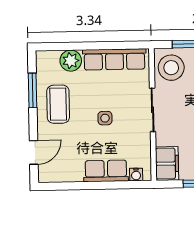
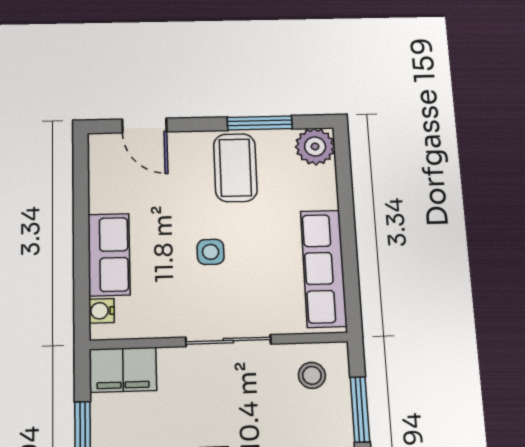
plant: (71, 61) -> (315, 146), moved
stool: (171, 68) -> (312, 375), width x0.53, depth x0.53
coffee table: (58, 104) -> (235, 168), turned 90

